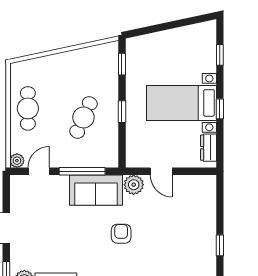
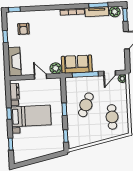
cafe table: (28, 108) -> (112, 117), moved
fireplace: (206, 200) -> (14, 62), added
armchair: (121, 234) -> (23, 29), moved

